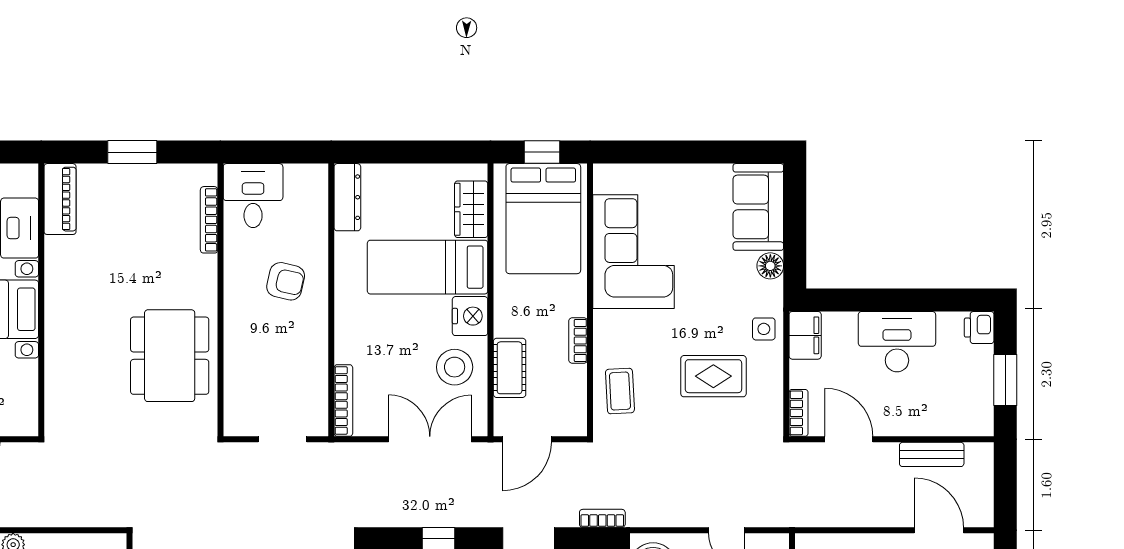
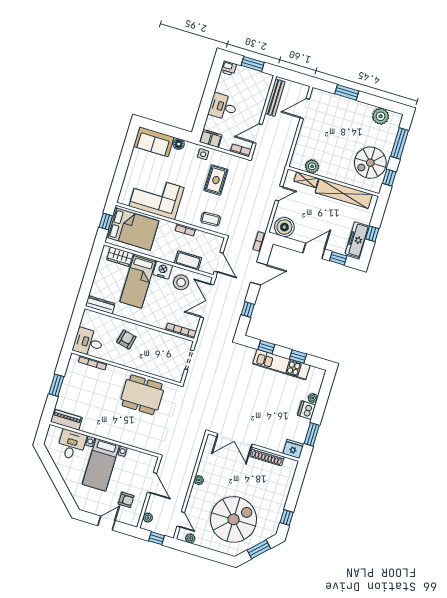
desk: (897, 342) -> (223, 107), width x0.73
bench: (932, 454) -> (275, 98), width x1.36

